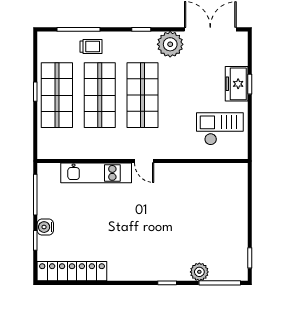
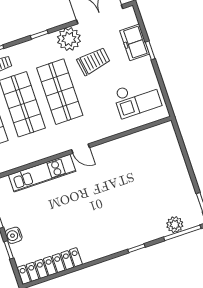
trolley: (188, 76) -> (94, 61), added
freezer: (237, 84) -> (135, 42), moved
checkout: (220, 129) -> (137, 98), turned 180
plant: (199, 272) -> (175, 225), moved

